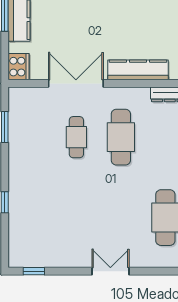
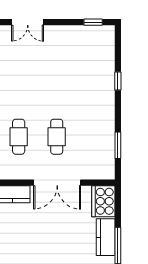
cooker: (19, 67) -> (103, 201), width x1.37, depth x1.31
cafe table: (121, 137) -> (19, 137), width x0.73, depth x0.74

